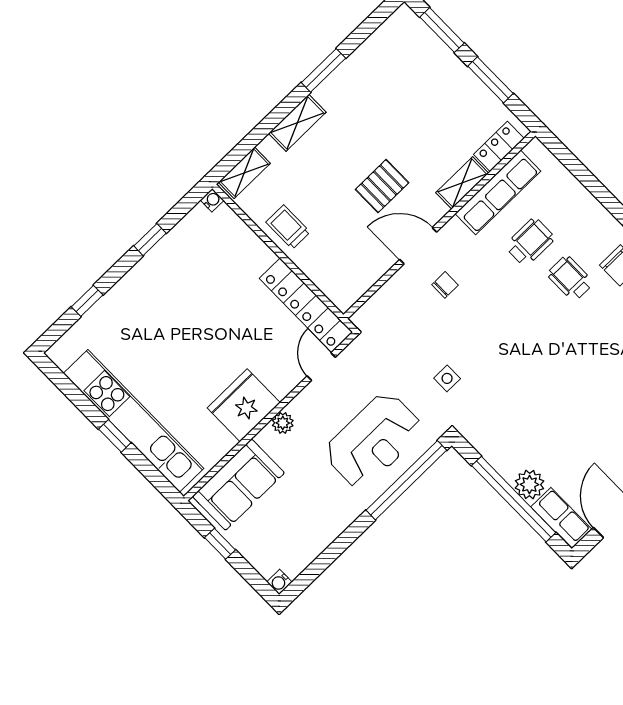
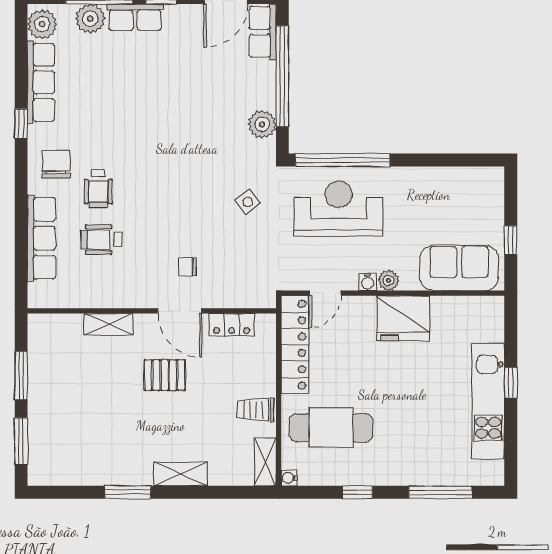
locker: (499, 146) -> (232, 325), moved
shelving: (244, 173) -> (265, 462), moved, turned 90
row of seats: (498, 192) -> (41, 238), moved, turned 90
trolley: (288, 227) -> (255, 410), turned 90
cafe table: (217, 269) -> (331, 428), added
window: (87, 301) -> (440, 492), width x2.17
side table: (447, 378) -> (248, 202), turned -38
kitchen unit: (134, 421) -> (488, 401), width x0.73
plant: (530, 485) -> (262, 124), moved
water cooler: (279, 582) -> (368, 282), moved, turned 90

